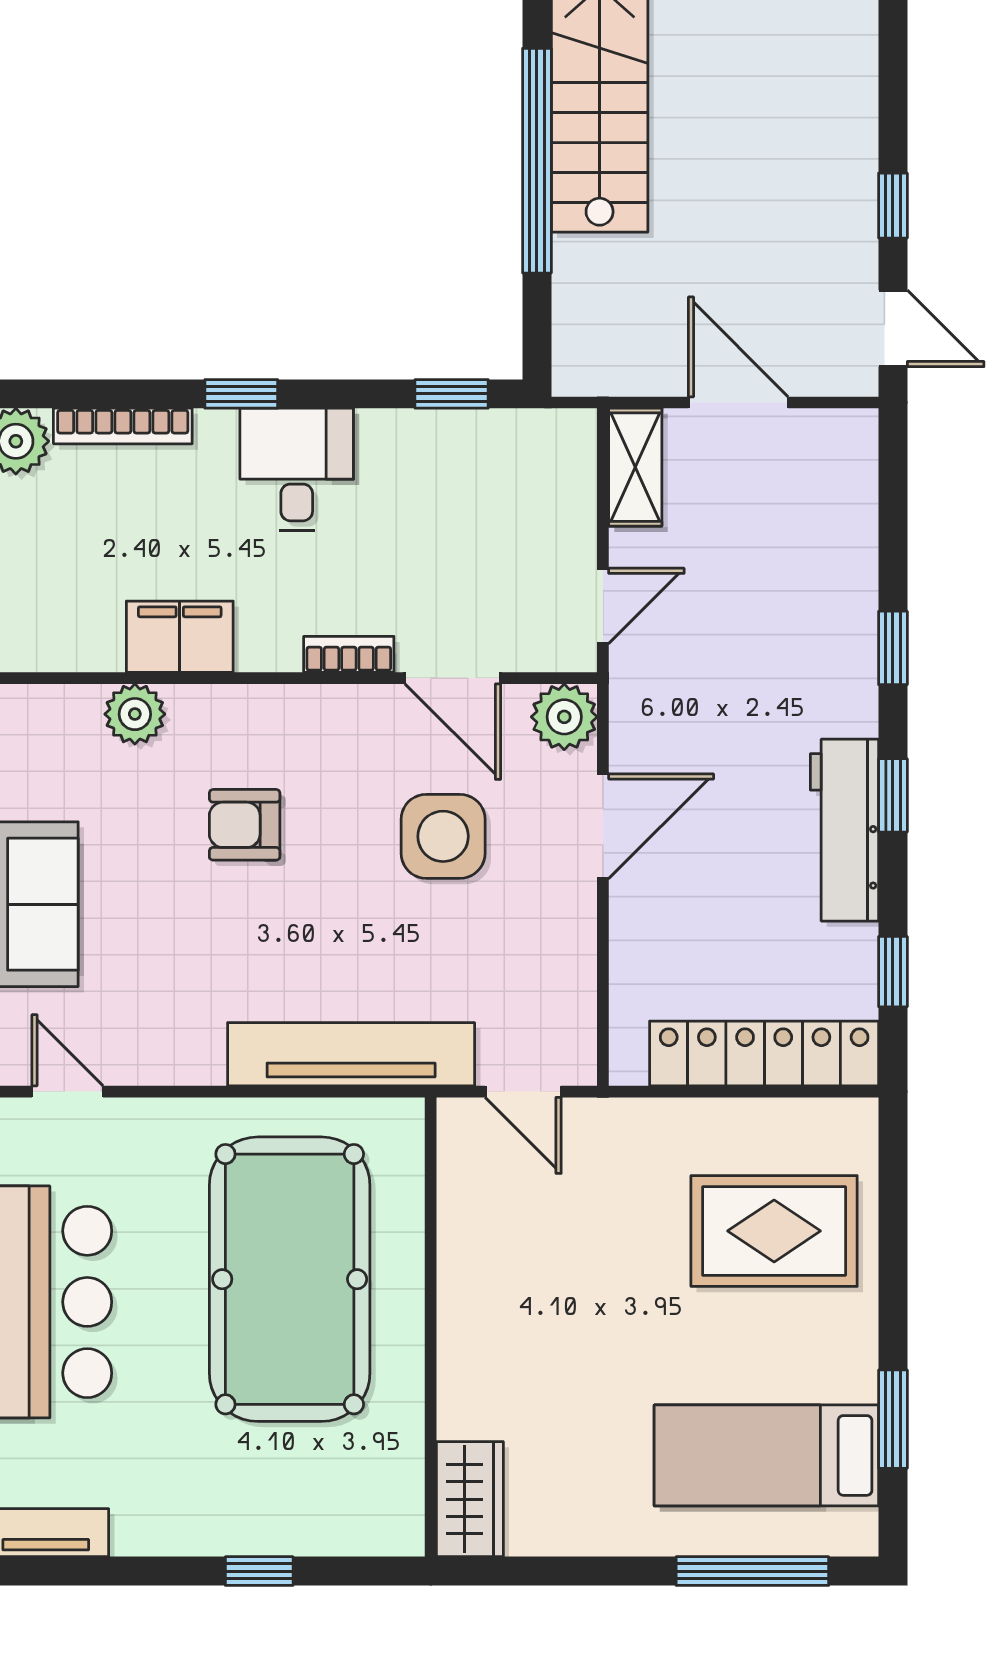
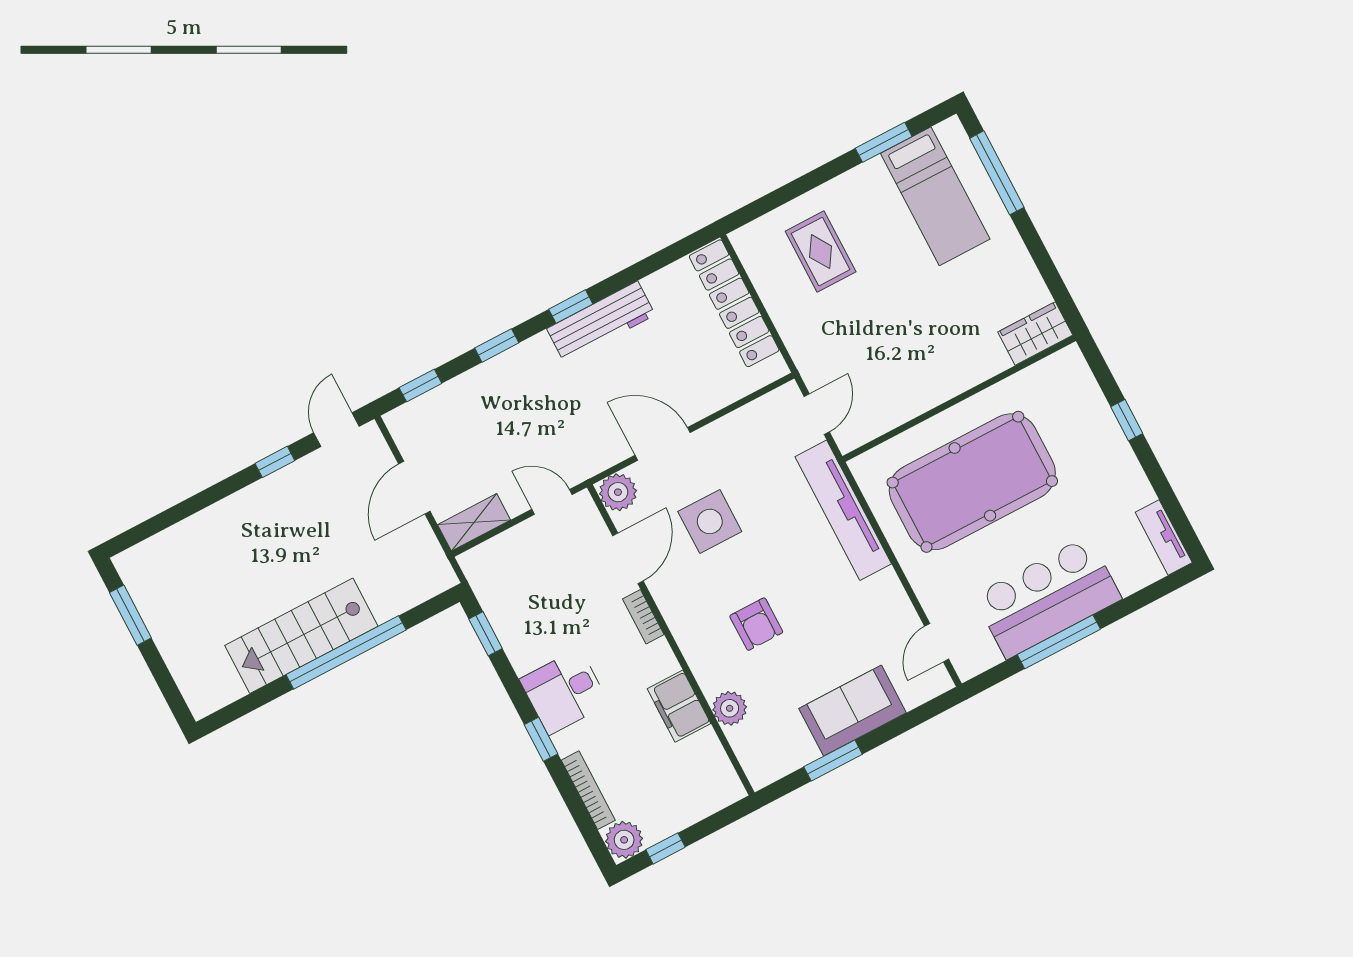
window: (893, 972) -> (420, 386), moved
rug: (774, 1231) -> (821, 252), width x0.73, depth x0.70

